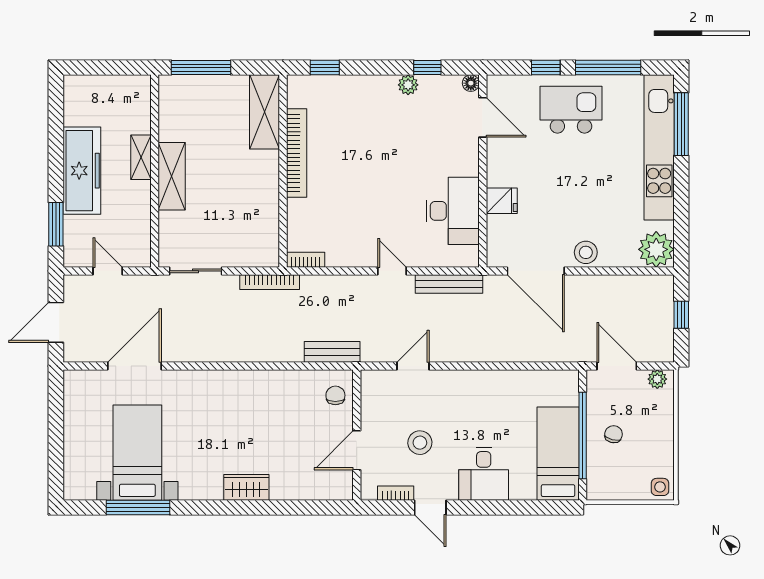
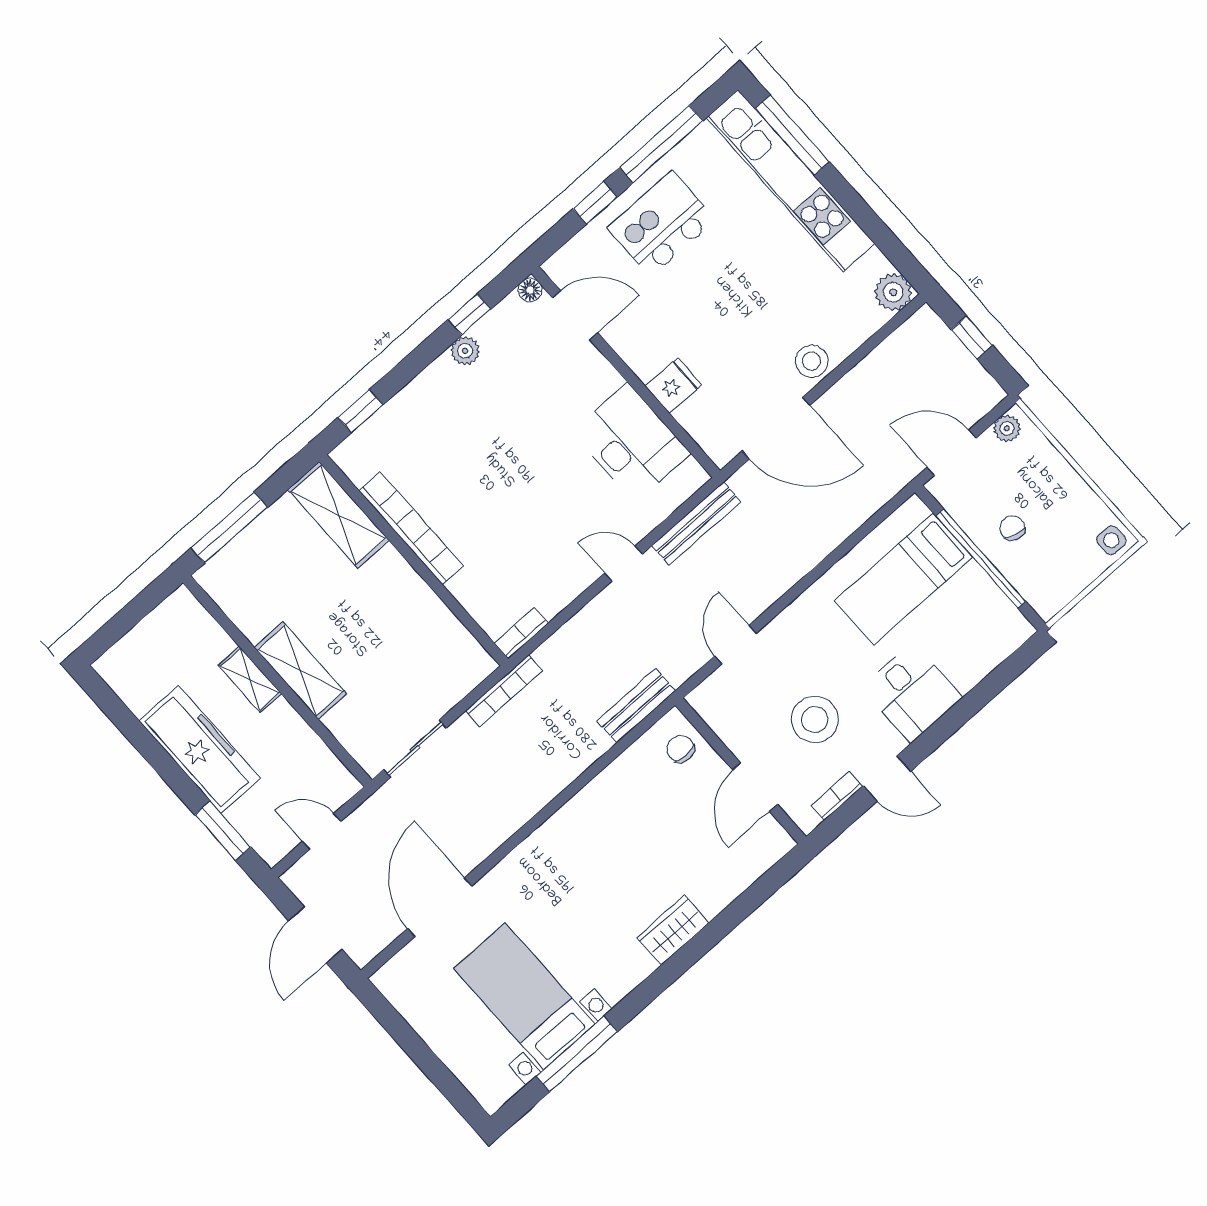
plant: (656, 249) -> (893, 292), width x0.73, depth x0.73
stool: (420, 443) -> (815, 719), width x1.38, depth x1.38
bed: (558, 454) -> (903, 579), moved, turned -90

